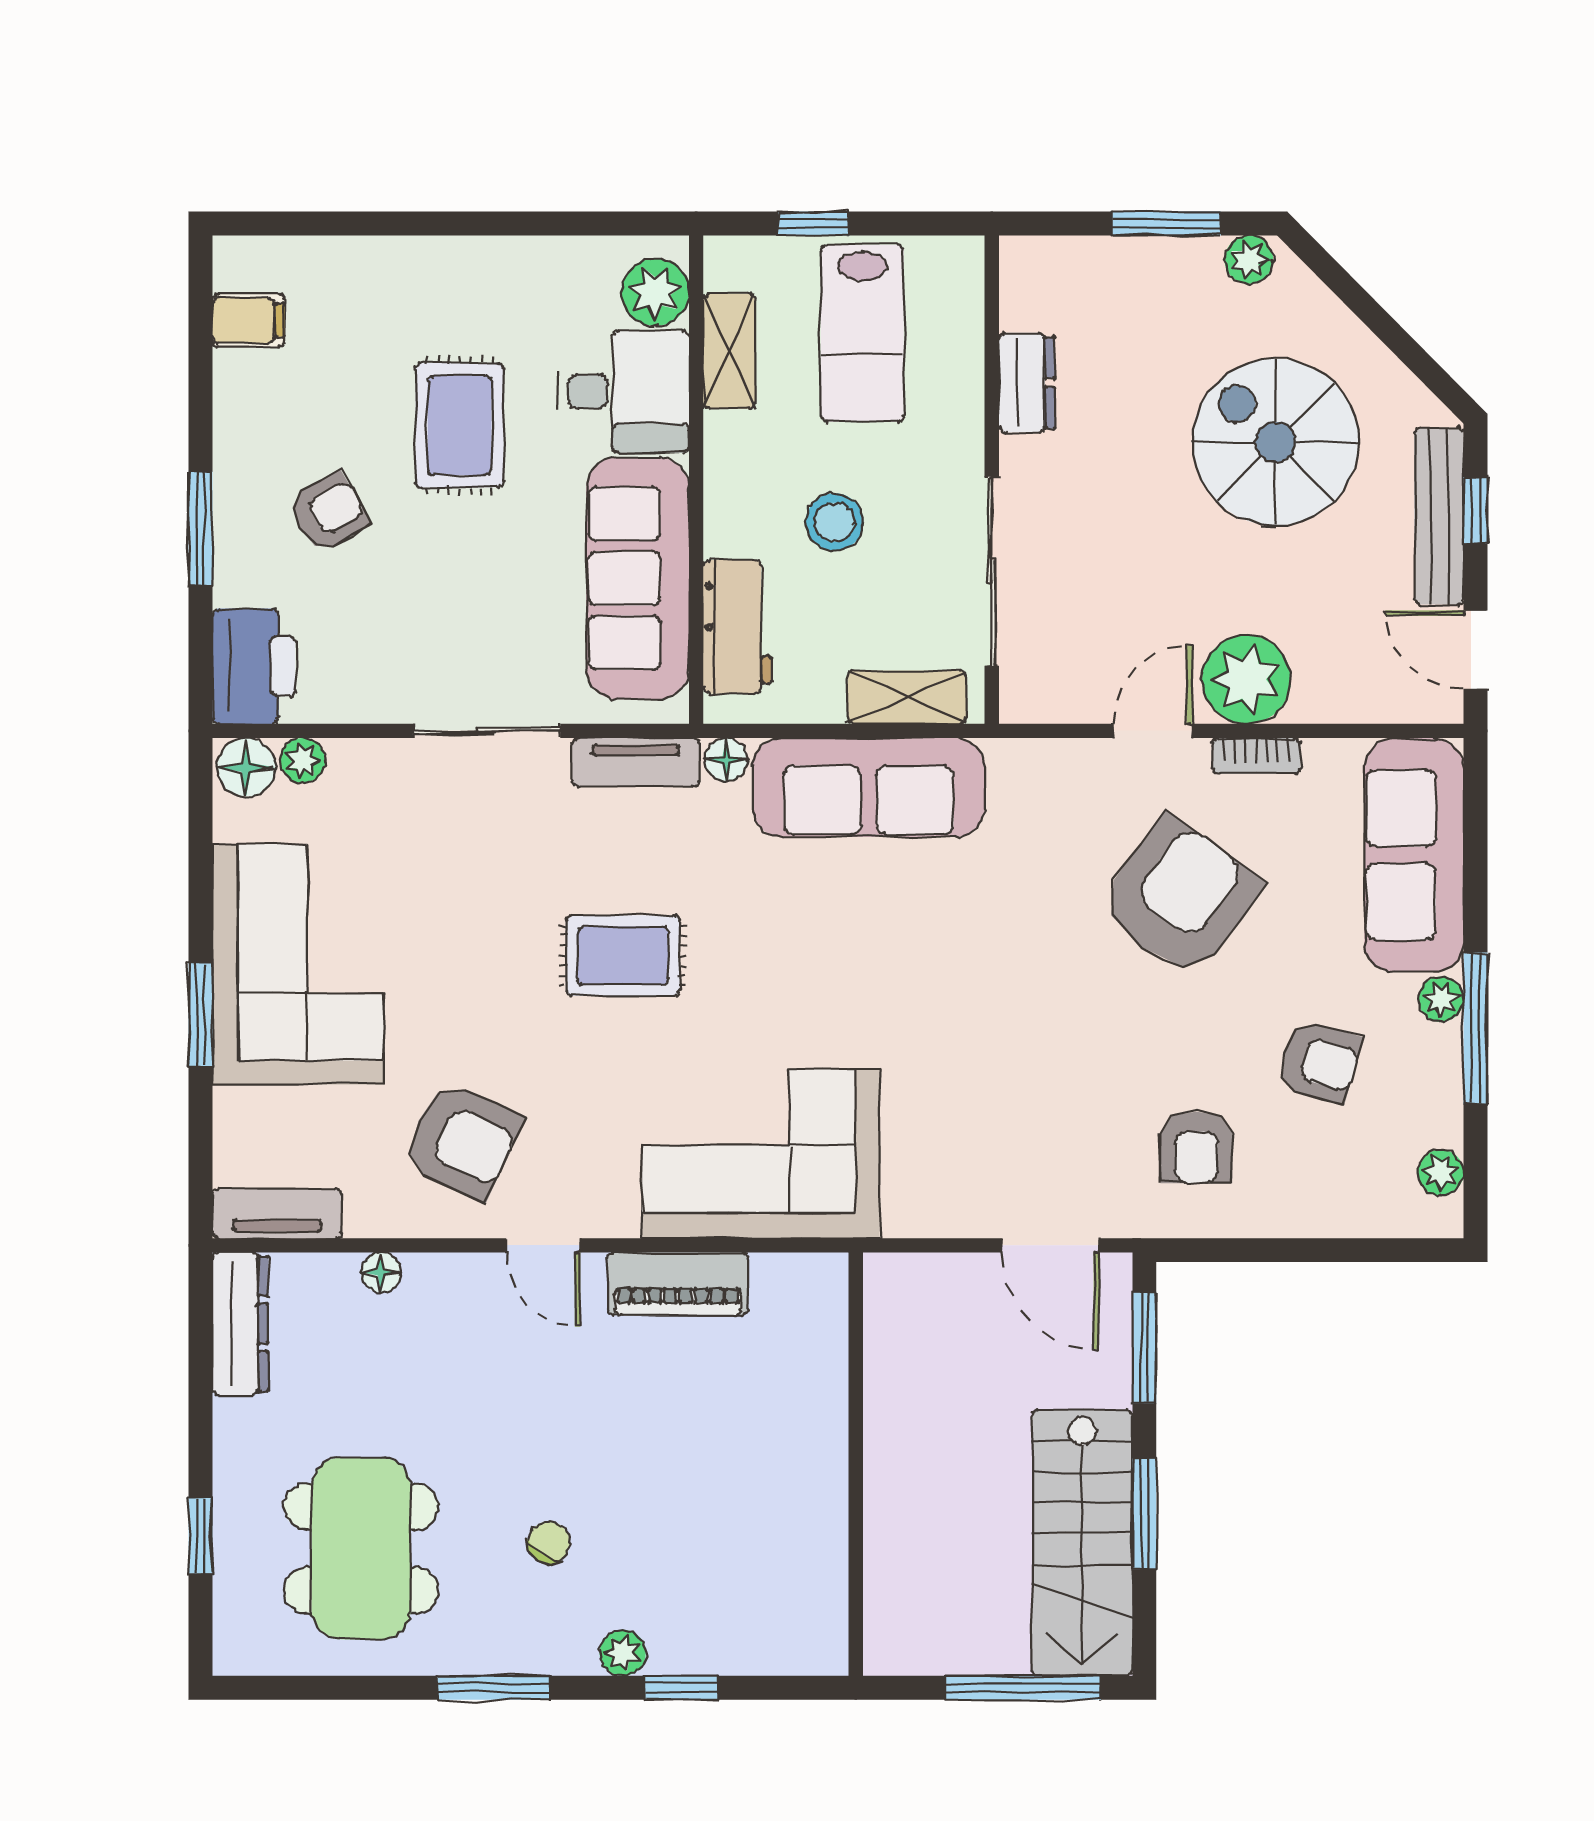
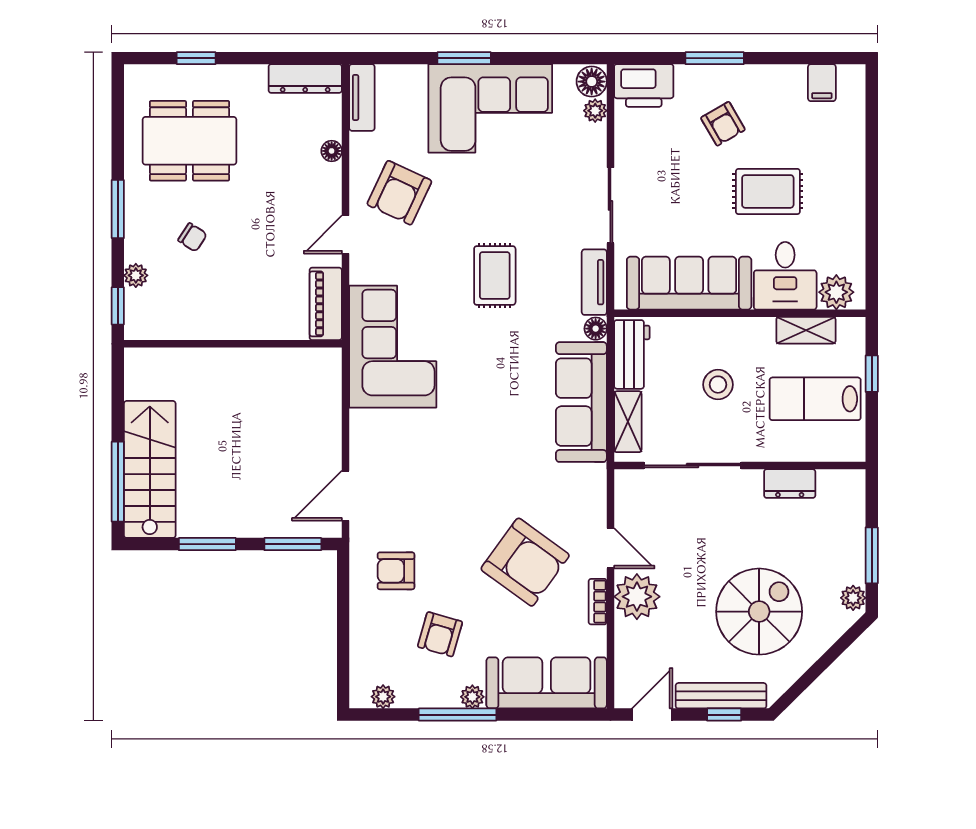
workbench: (738, 627) -> (632, 354), moved, turned -90
wall: (856, 1464) -> (233, 344), moved
stairs: (1082, 1543) -> (150, 469), moved, turned 90

